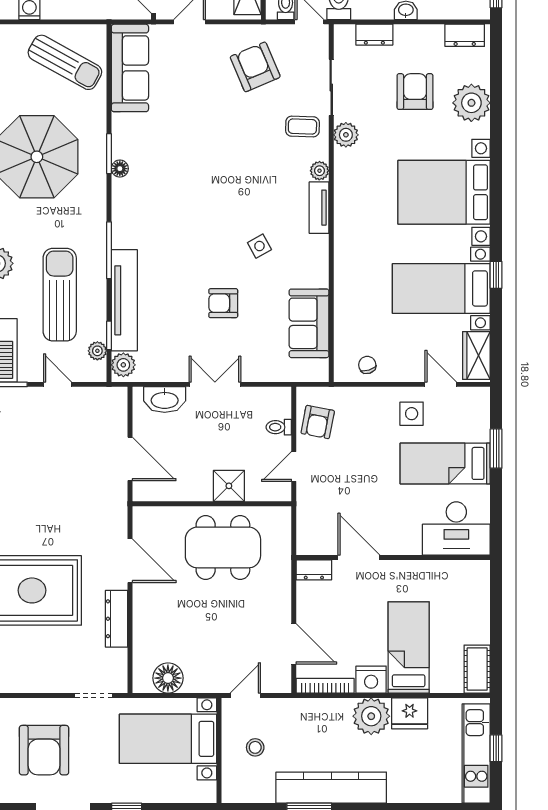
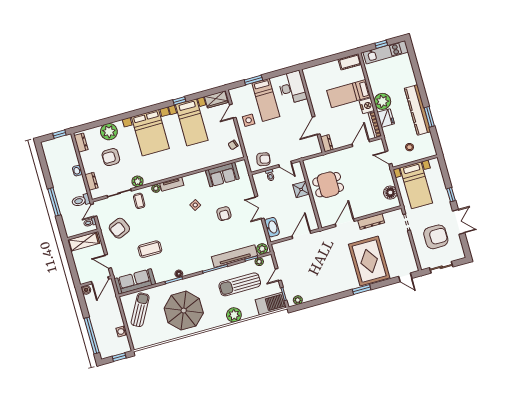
coffee table: (191, 120) -> (150, 249), added
dining table: (223, 547) -> (328, 185), width x0.73
fridge: (410, 713) -> (386, 118), moved

